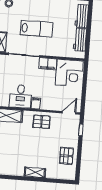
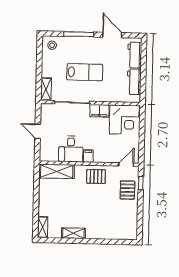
pallet: (66, 156) -> (127, 190), moved
shelving: (35, 172) -> (73, 233), moved

